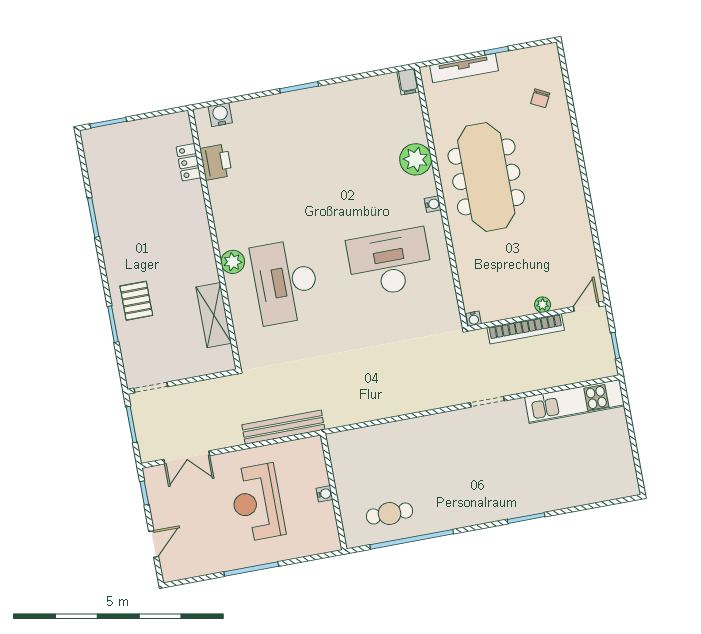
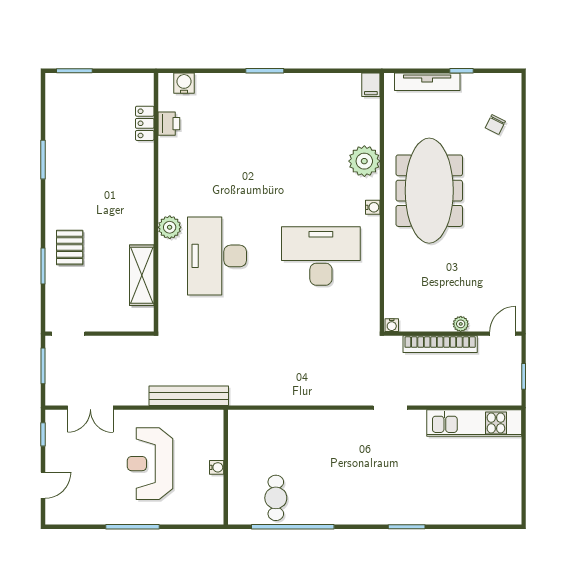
printer: (216, 162) -> (169, 124), width x0.73, depth x0.81
cafe table: (389, 514) -> (276, 498), turned 90

